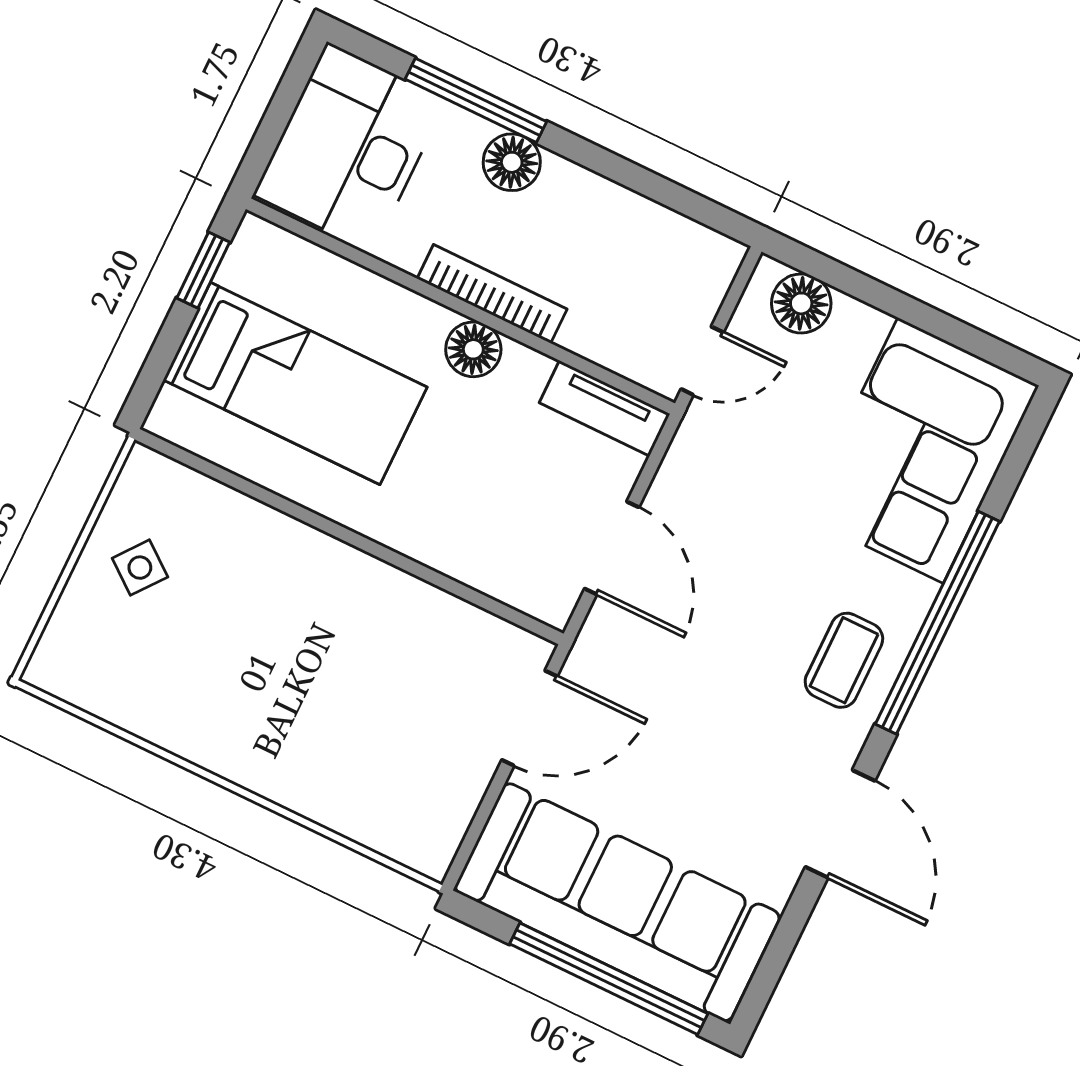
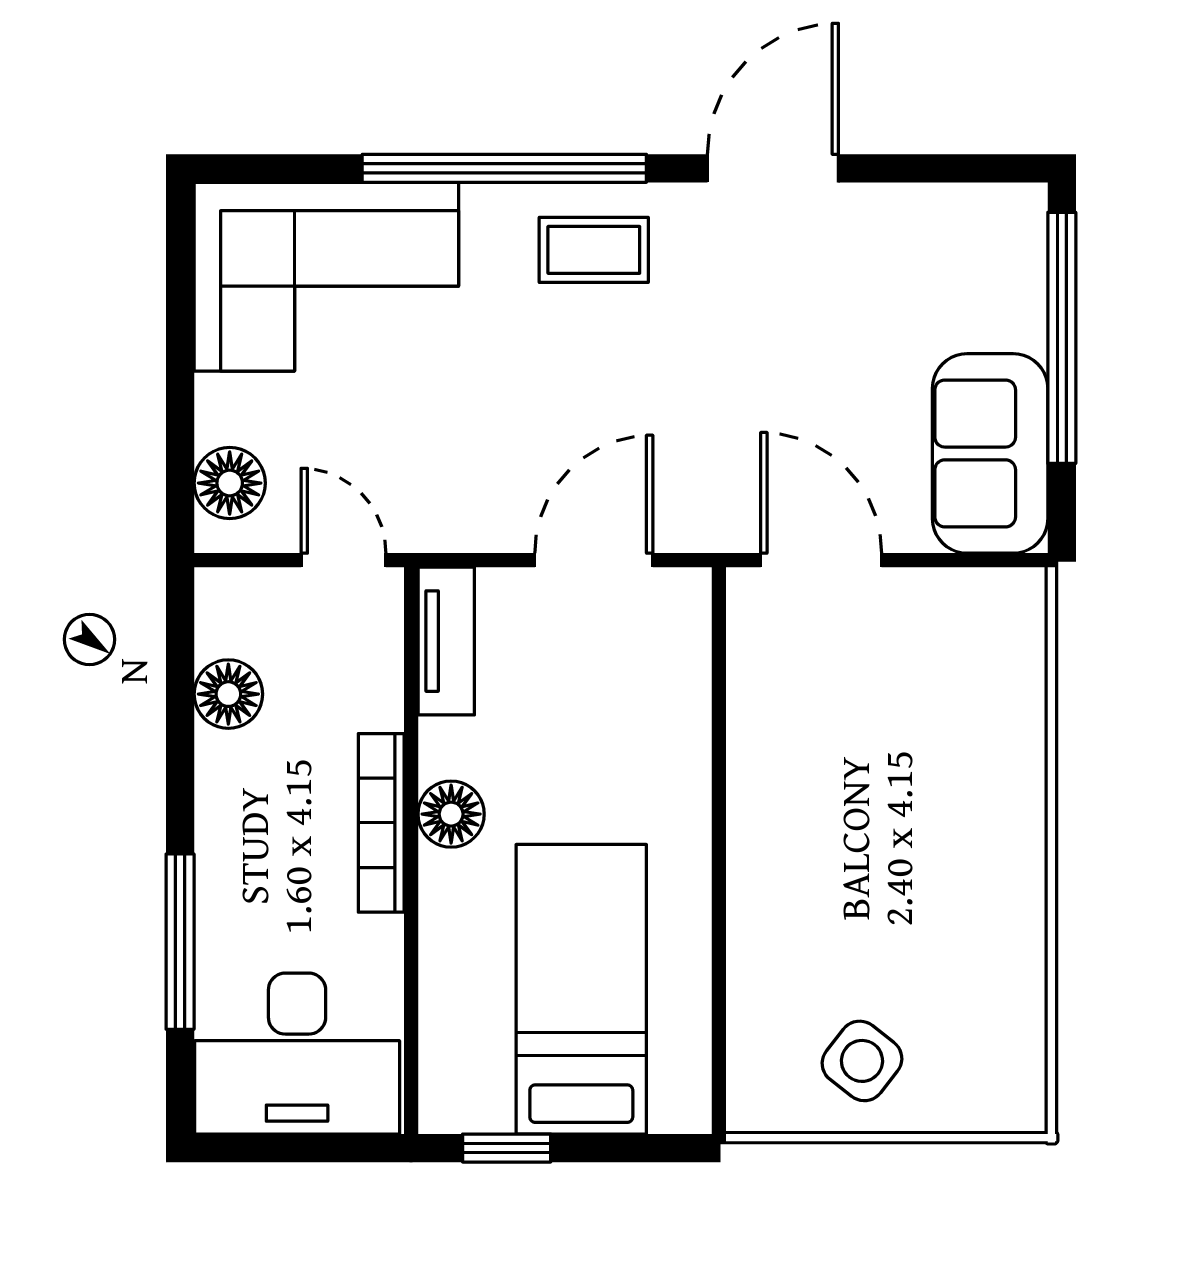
floor lamp: (512, 162) -> (228, 694), moved
side table: (140, 568) -> (862, 1061), width x1.37, depth x1.37
sofa: (617, 902) -> (990, 453), width x0.54, depth x0.79

